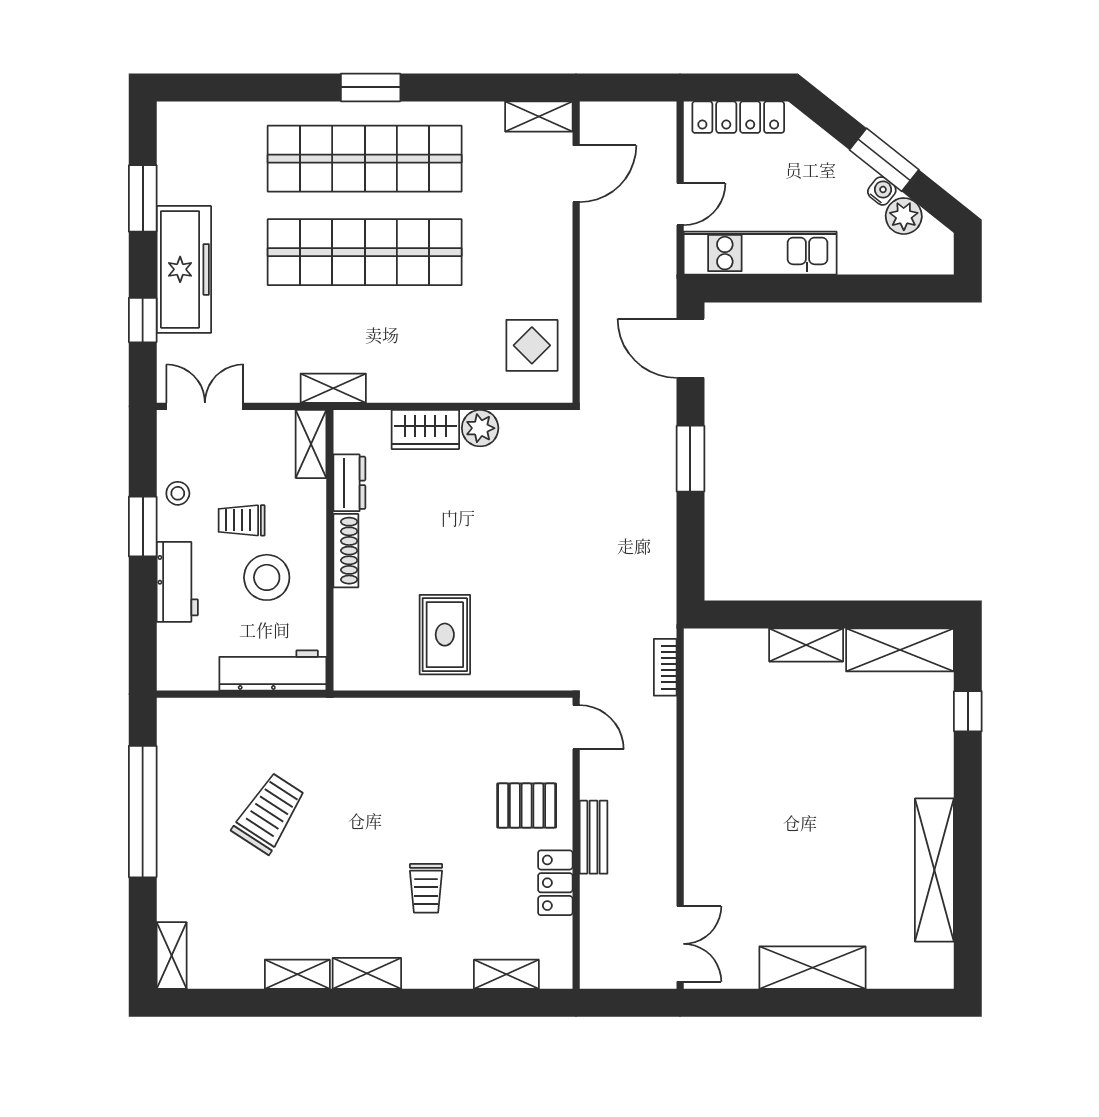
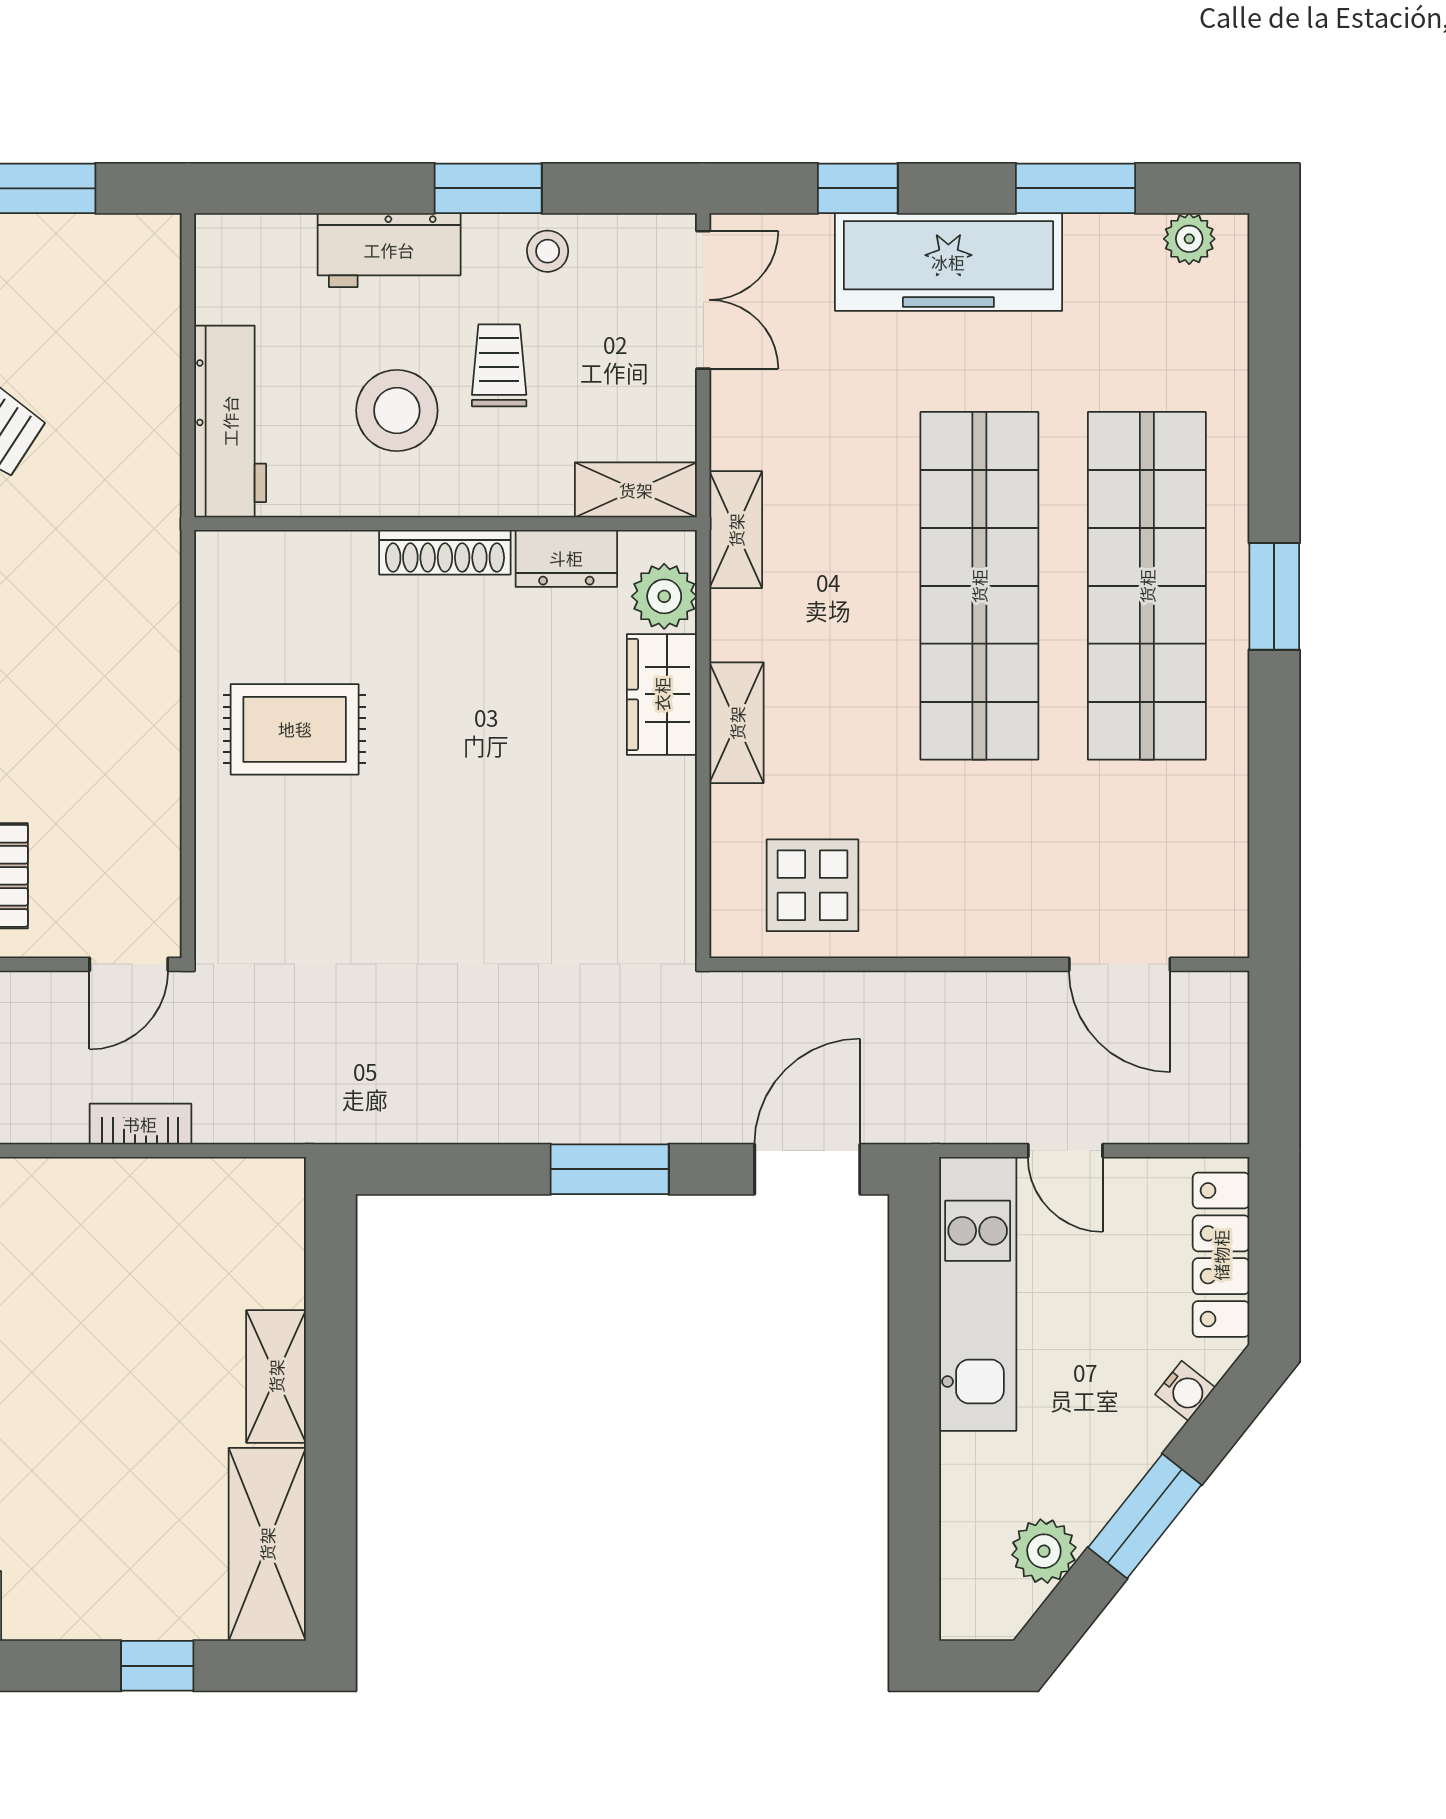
shelving: (539, 116) -> (737, 723), moved
plant: (171, 135) -> (1189, 239), added
water cooler: (882, 191) -> (1185, 1391), moved
plant: (480, 428) -> (664, 596), moved
bookcase: (665, 667) -> (140, 1124), moved

